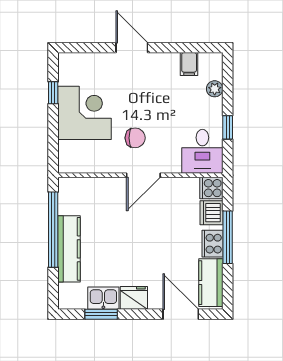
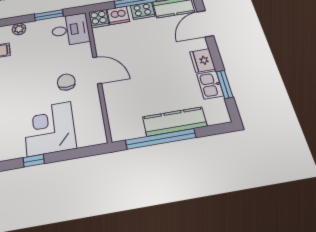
window: (228, 127) -> (49, 15), width x1.50

